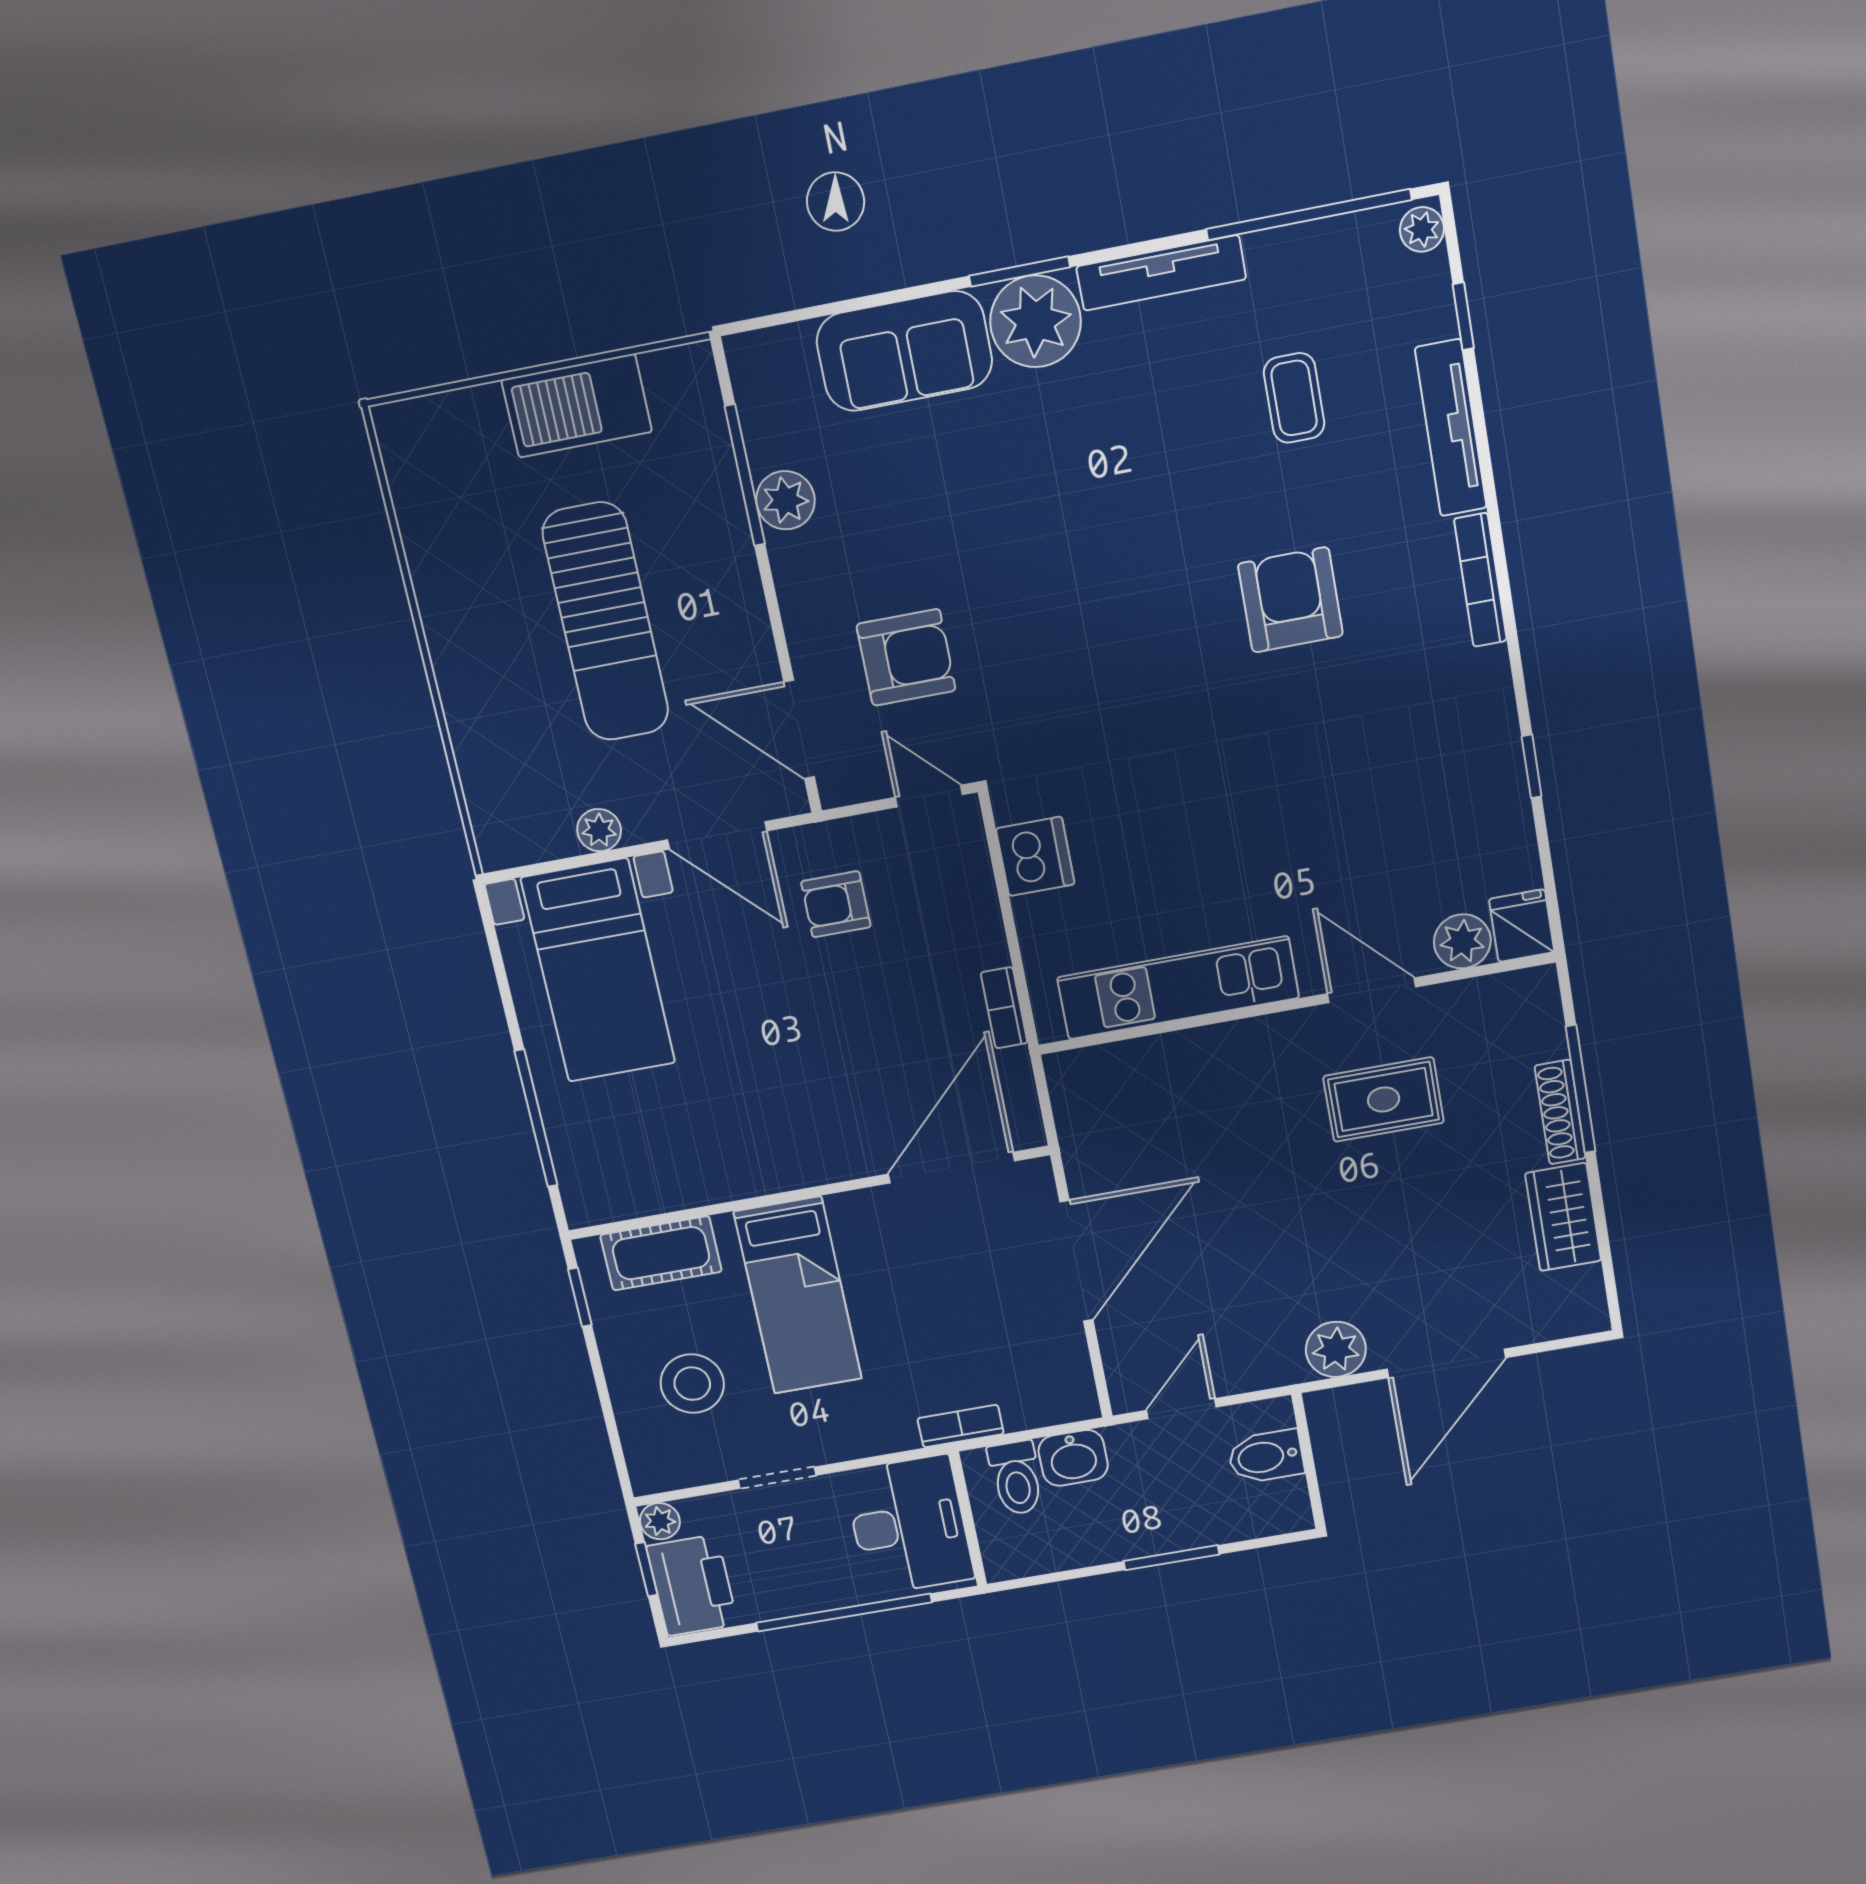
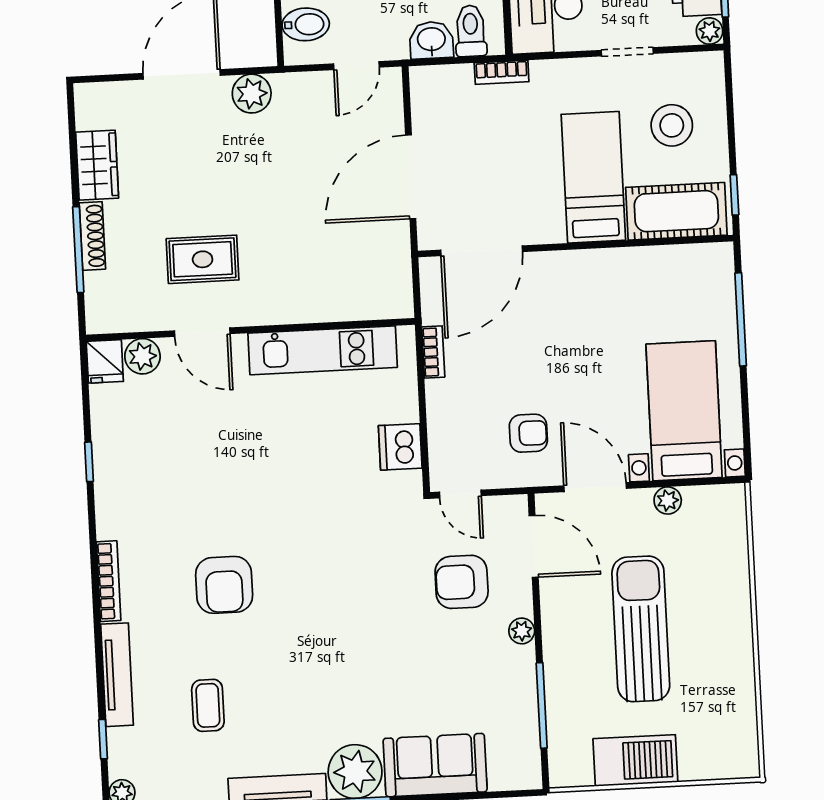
plant: (785, 500) -> (522, 631), moved, width x0.73, depth x0.73
cot: (661, 1253) -> (676, 211), width x1.37, depth x1.34

